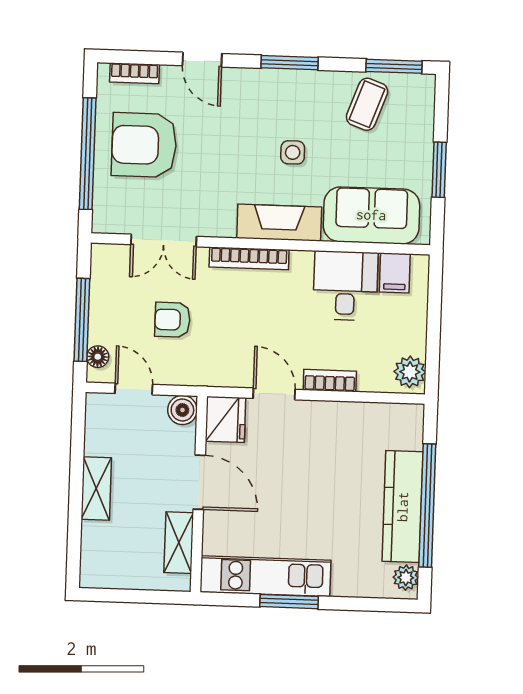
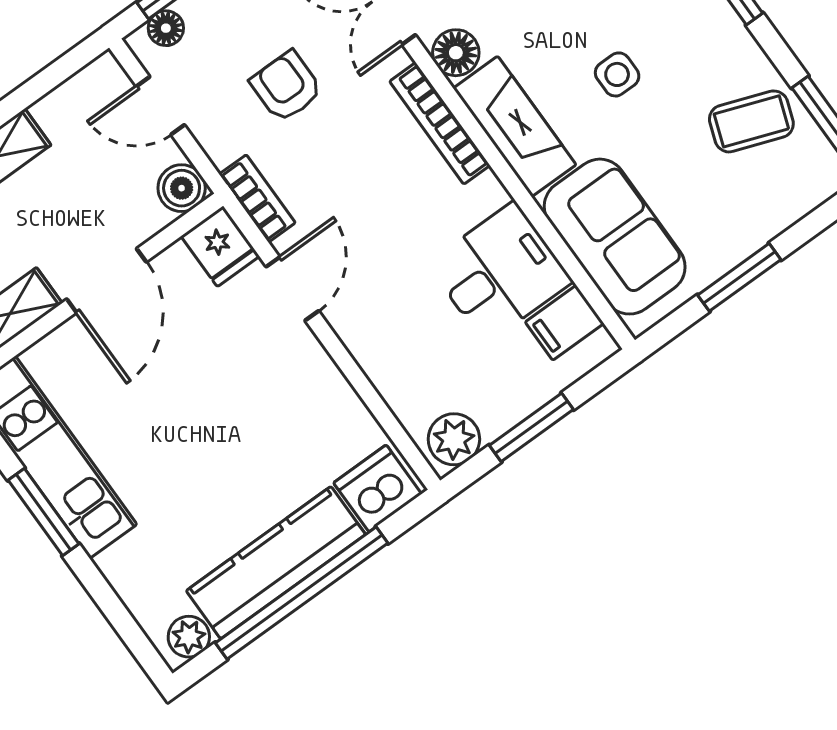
floor lamp: (220, 223) -> (456, 53), added
window: (434, 329) -> (531, 427), added
bookcase: (330, 381) -> (257, 198), moved
door: (134, 389) -> (160, 106), swing flipped
fridge: (226, 419) -> (220, 246), width x0.72
dishwasher: (405, 428) -> (378, 488), added

